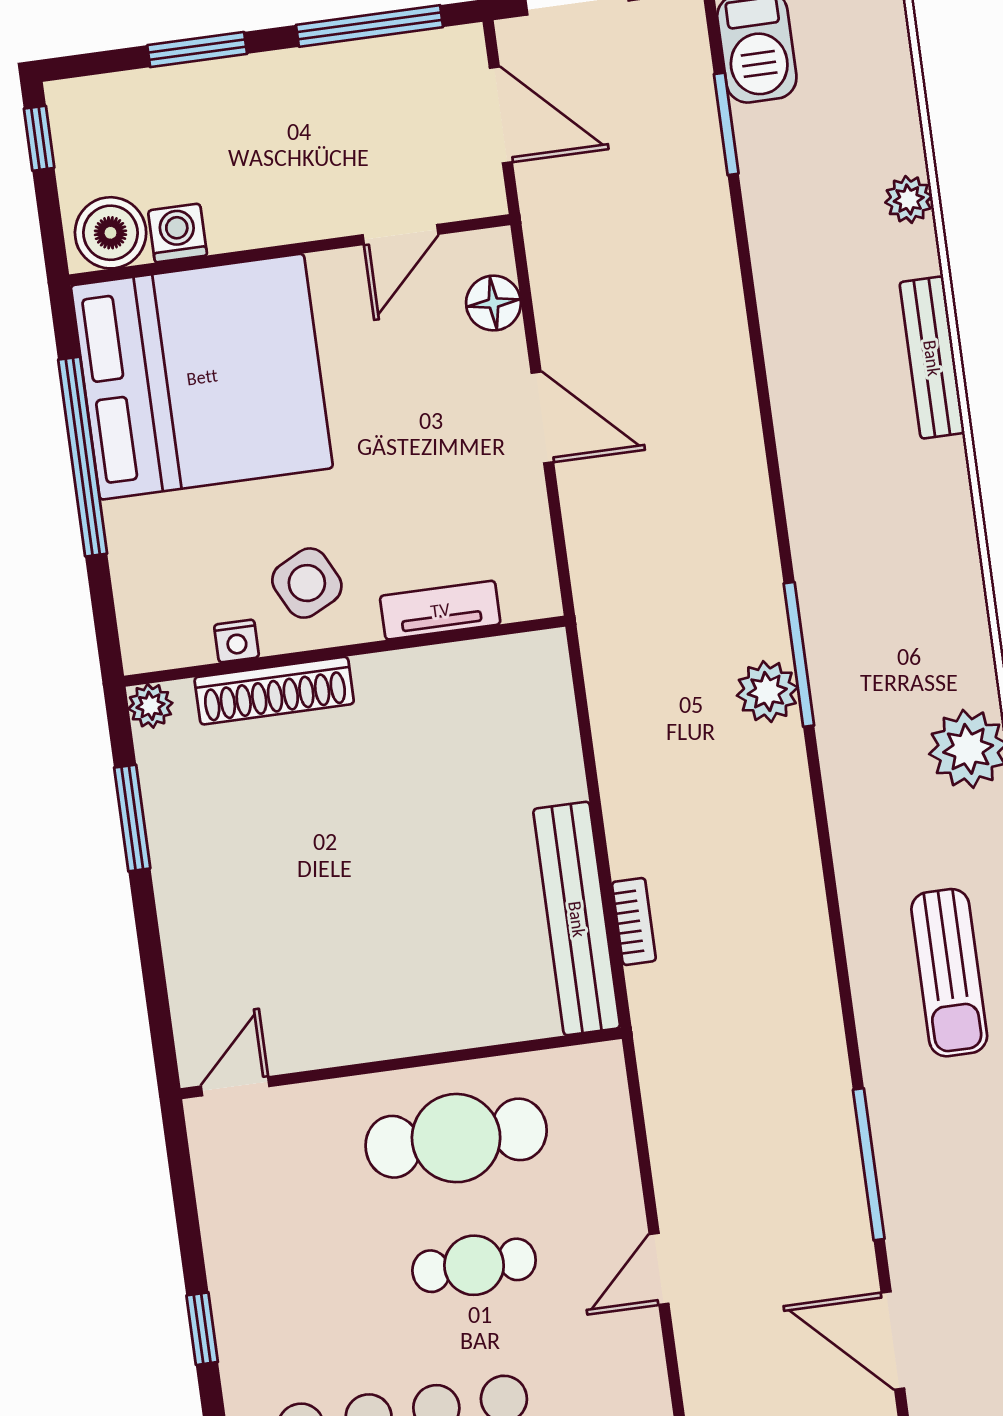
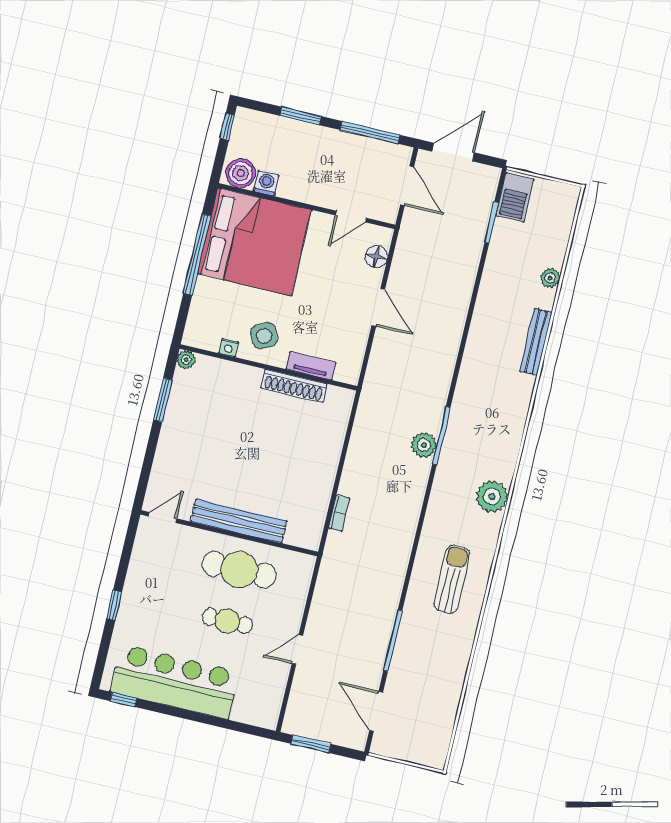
shoe rack: (274, 691) -> (294, 386), moved
bench: (577, 919) -> (239, 521), moved, turned 90
sun lounger: (949, 973) -> (452, 579), turned 180

